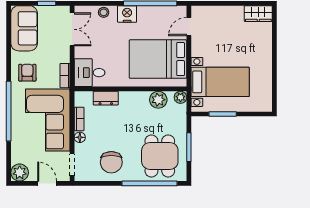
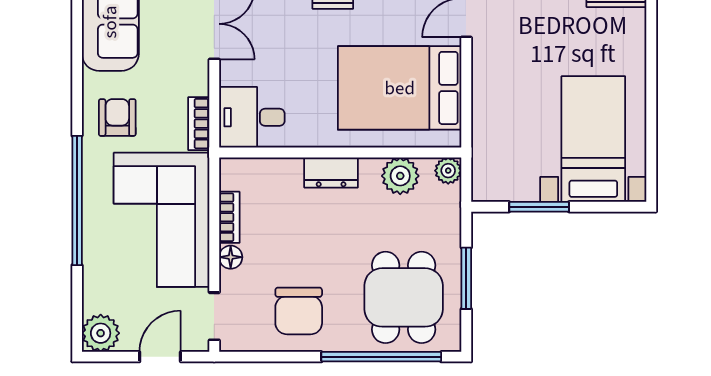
bed with nightstands: (220, 82) -> (593, 139), moved, turned -90
dresser: (106, 98) -> (331, 172), moved
door: (47, 183) -> (160, 357), hinge flipped

